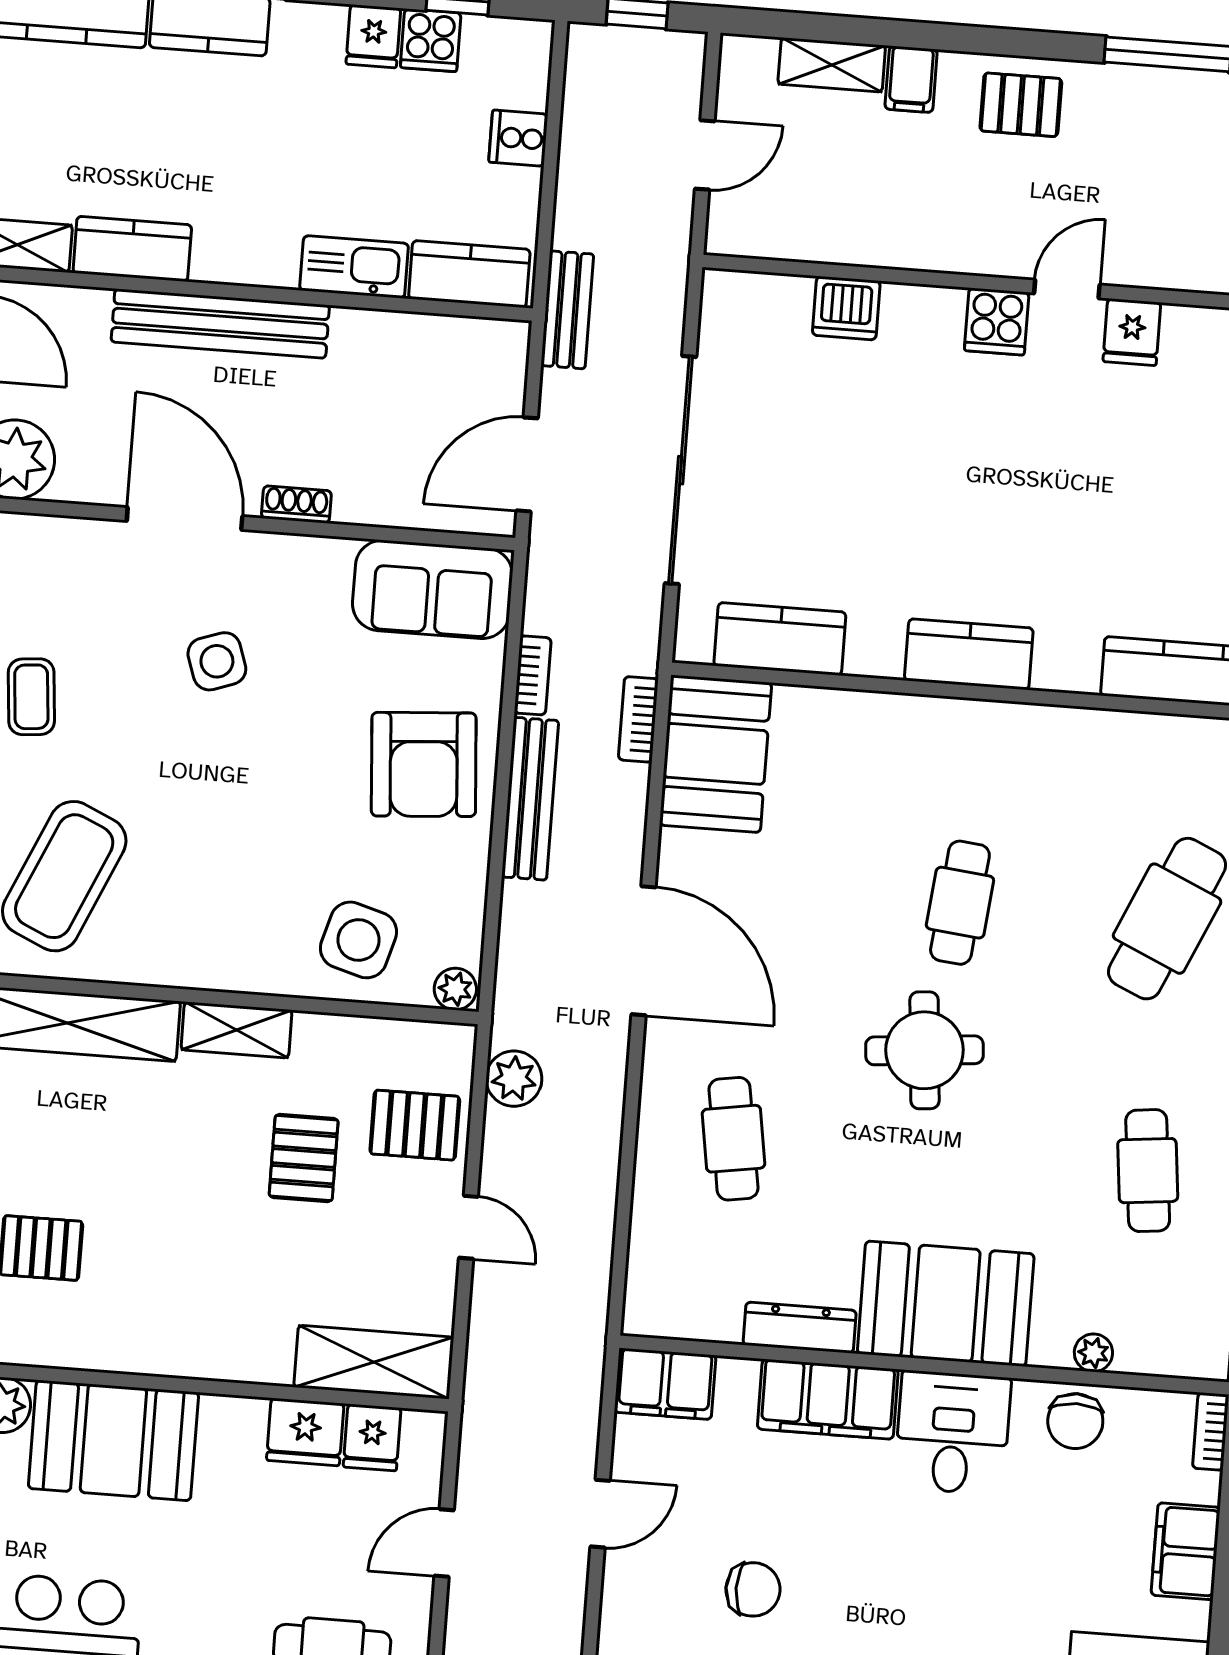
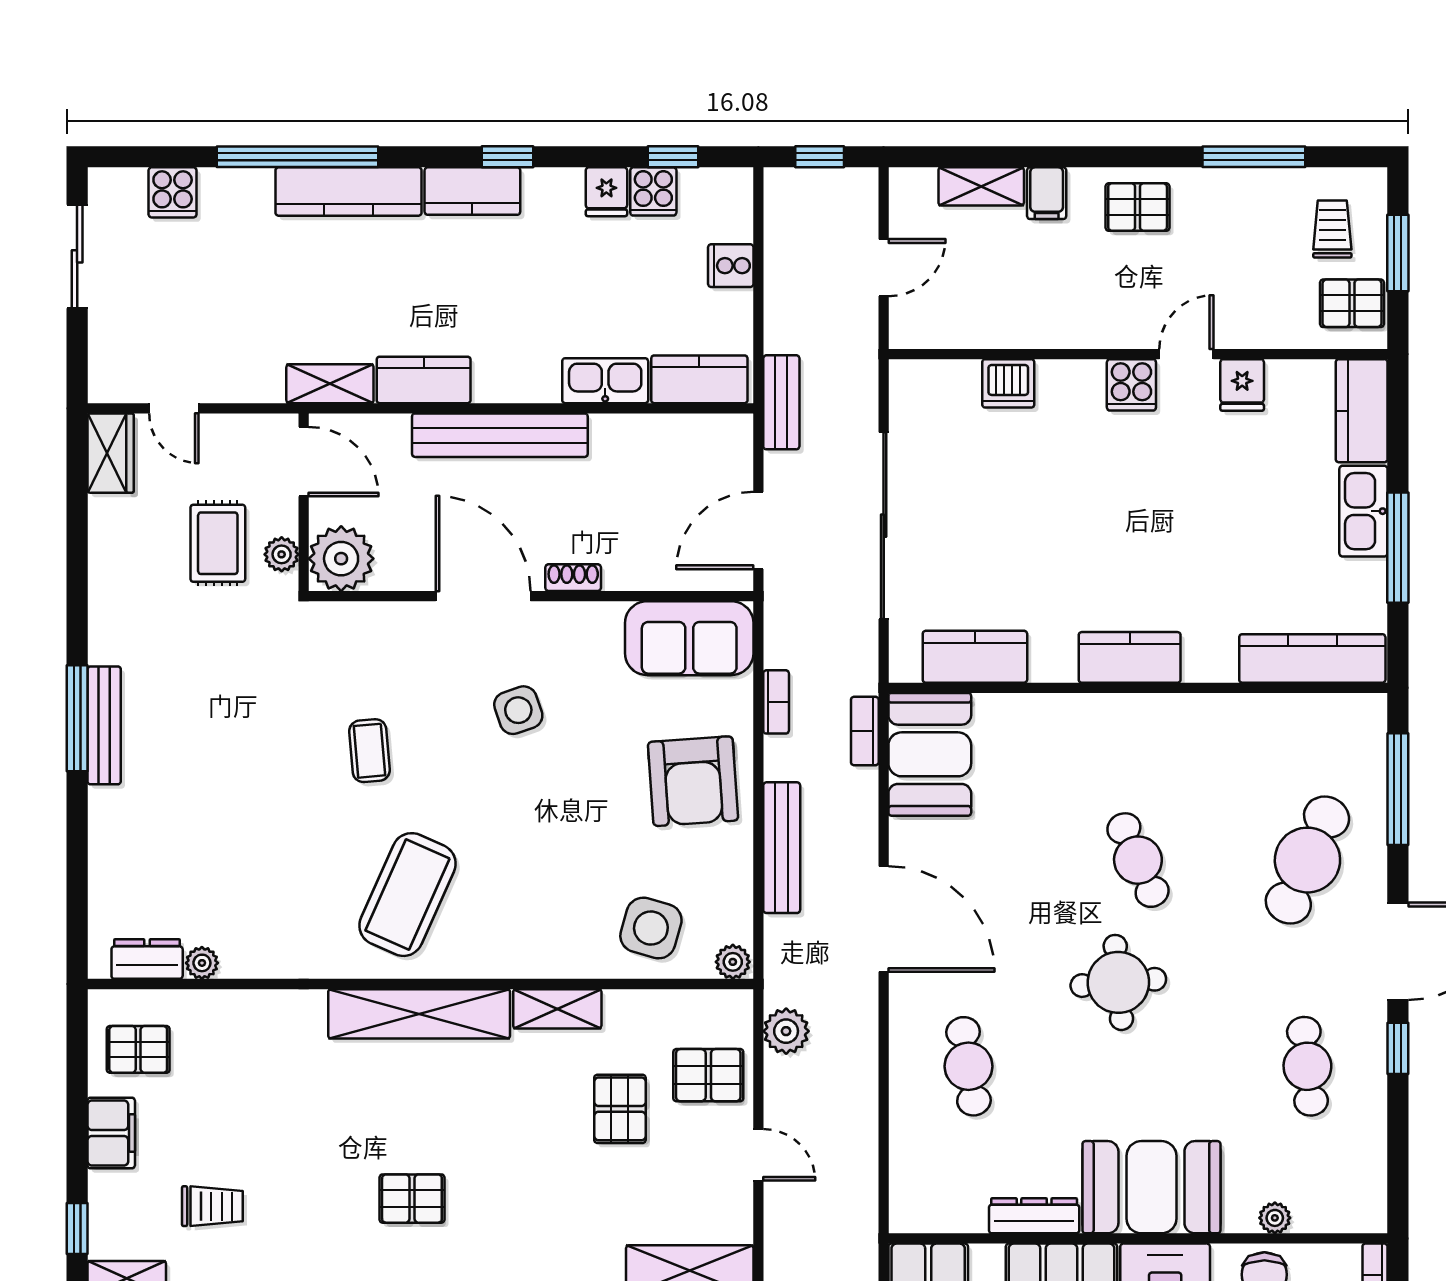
bench: (530, 799) -> (782, 848), moved
cafe table: (960, 903) -> (1138, 860), turned -30

